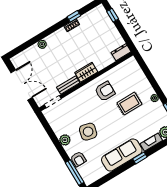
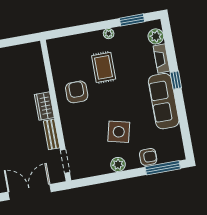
dresser: (121, 52) -> (36, 53), removed

